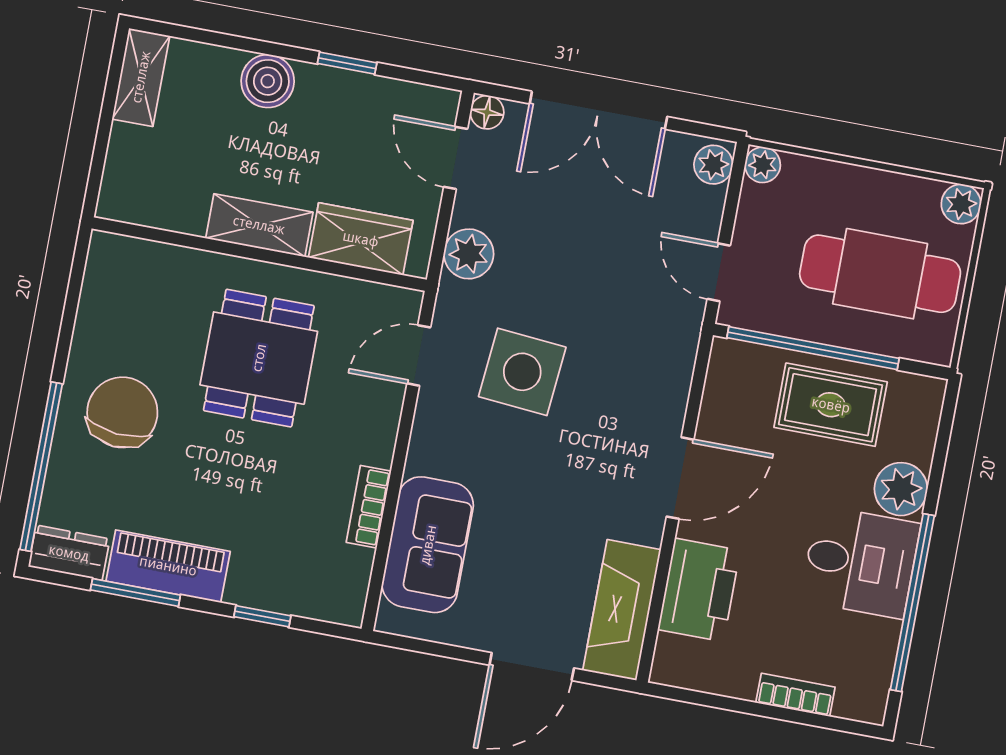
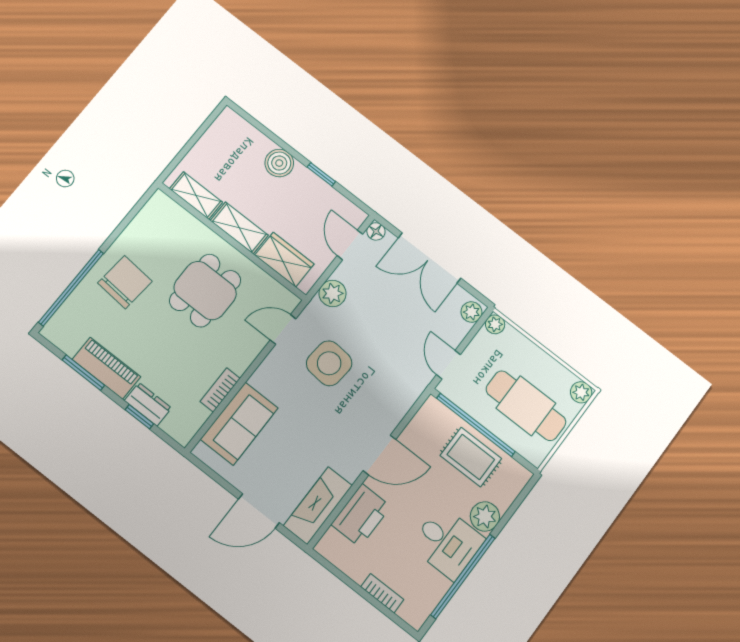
shelving: (141, 77) -> (196, 195), moved, turned 90
dresser: (69, 553) -> (148, 404), moved

